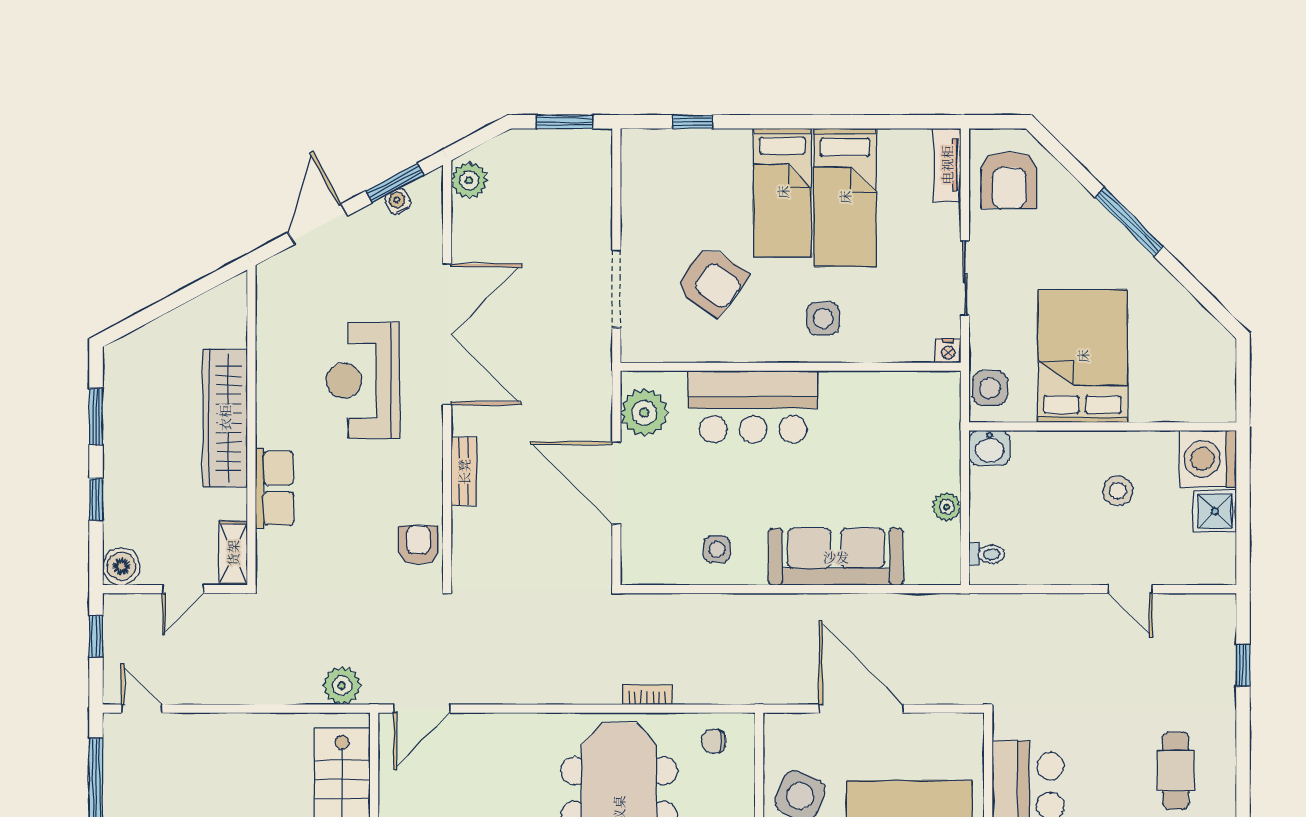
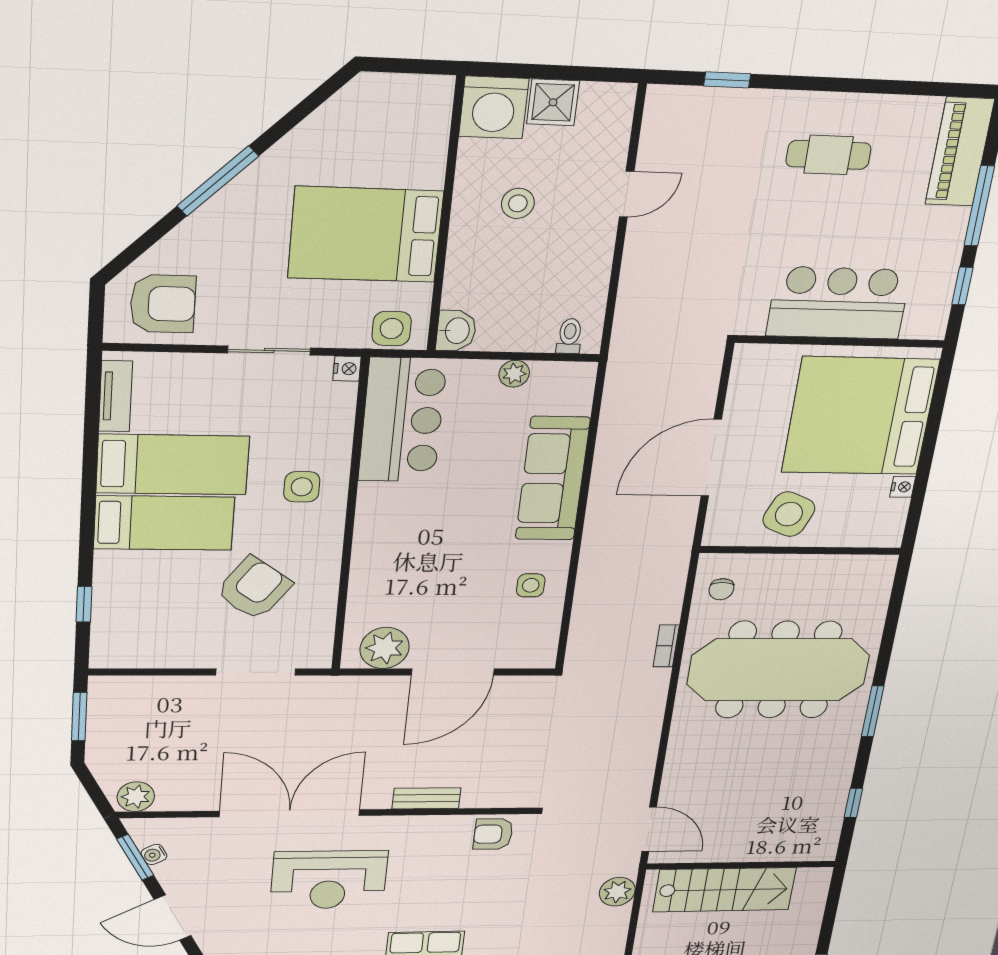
tv unit: (947, 165) -> (116, 396), moved, turned -90
bar counter: (753, 407) -> (402, 420), moved

